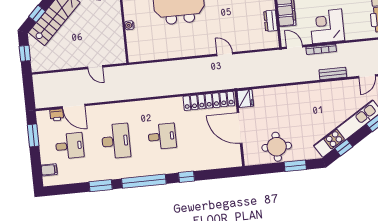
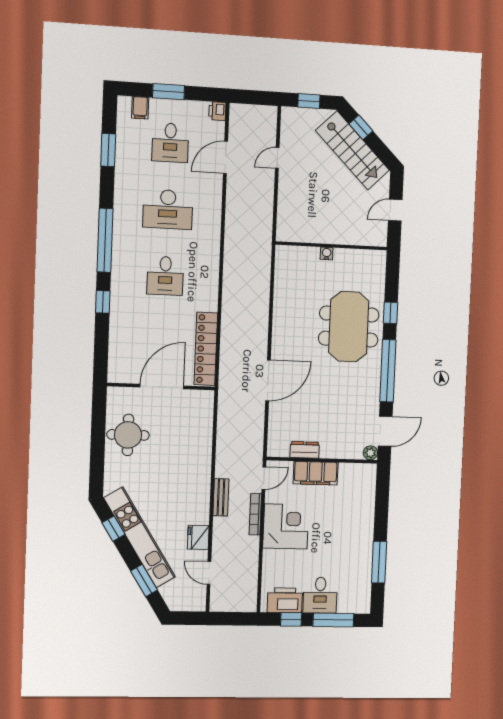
door: (225, 54) -> (268, 380), width x1.87
door: (95, 67) -> (277, 158), moved
bench: (333, 73) -> (221, 497), moved
fridge: (245, 99) -> (198, 537), moved, turned 90
printer: (57, 115) -> (217, 111), moved
window: (33, 135) -> (169, 92), moved
window: (295, 166) -> (97, 458), removed
window: (101, 186) -> (108, 150), moved

